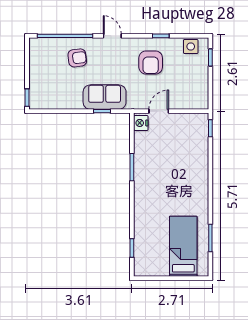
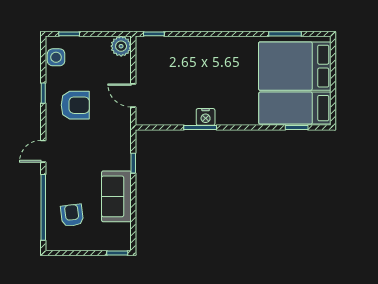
armchair: (77, 58) -> (72, 215), moved
sofa: (105, 97) -> (116, 196), moved
plant: (200, 101) -> (121, 46), added
nightstand: (141, 123) -> (206, 117), moved
bed: (148, 246) -> (295, 108), added
bed: (183, 246) -> (295, 66), width x1.50

